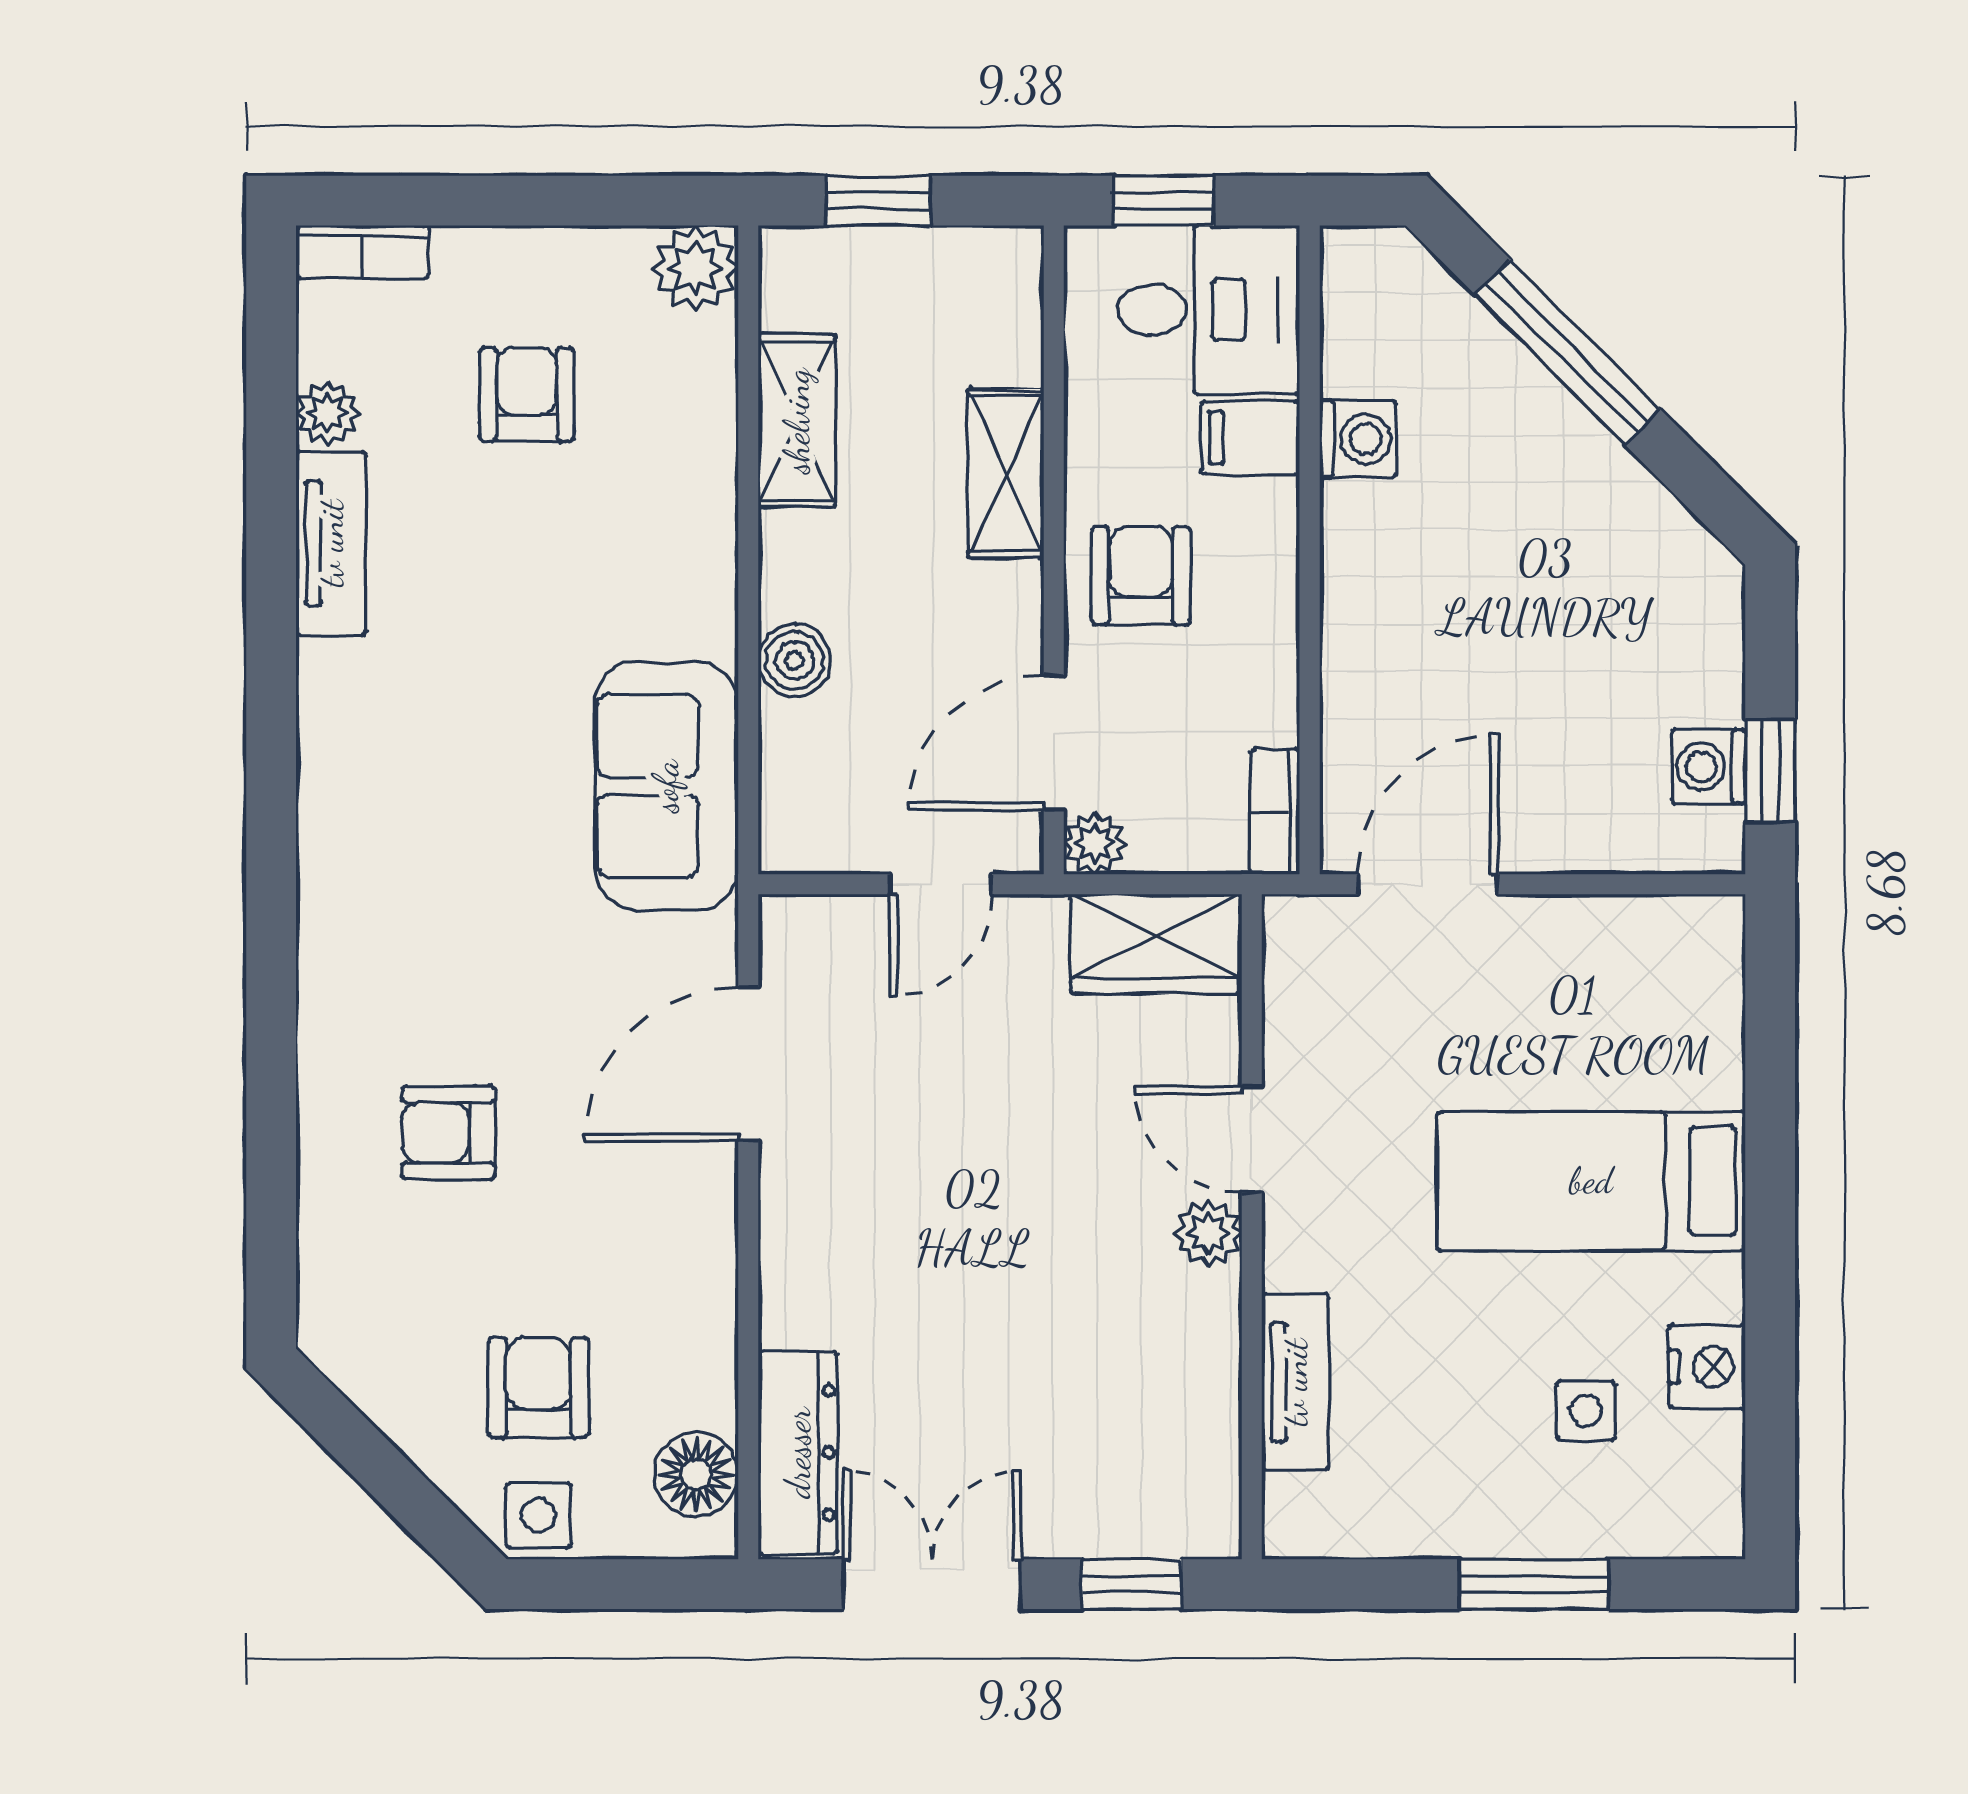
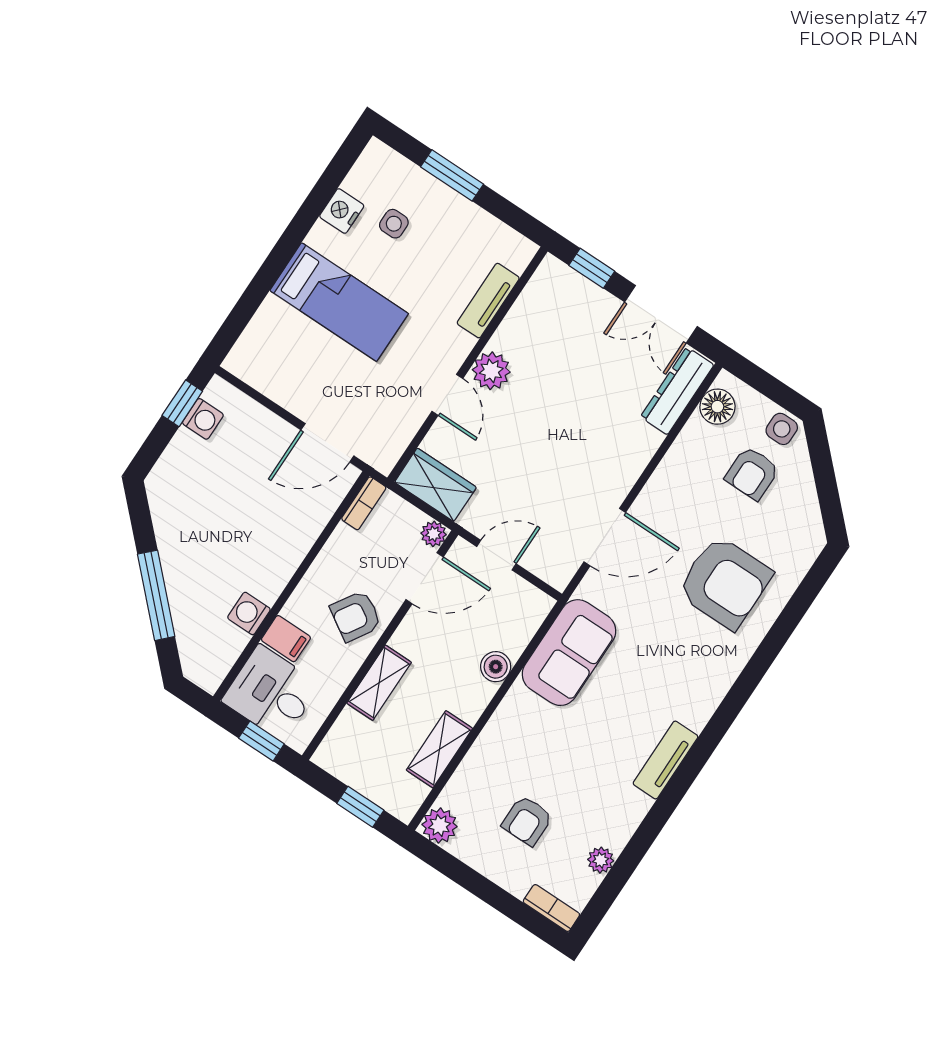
tv unit: (331, 543) -> (665, 760), moved
armchair: (1141, 576) -> (356, 616), turned 32
armchair: (448, 1133) -> (725, 582), width x1.88, depth x1.88
plant: (1208, 1233) -> (491, 371), width x1.38, depth x1.38

